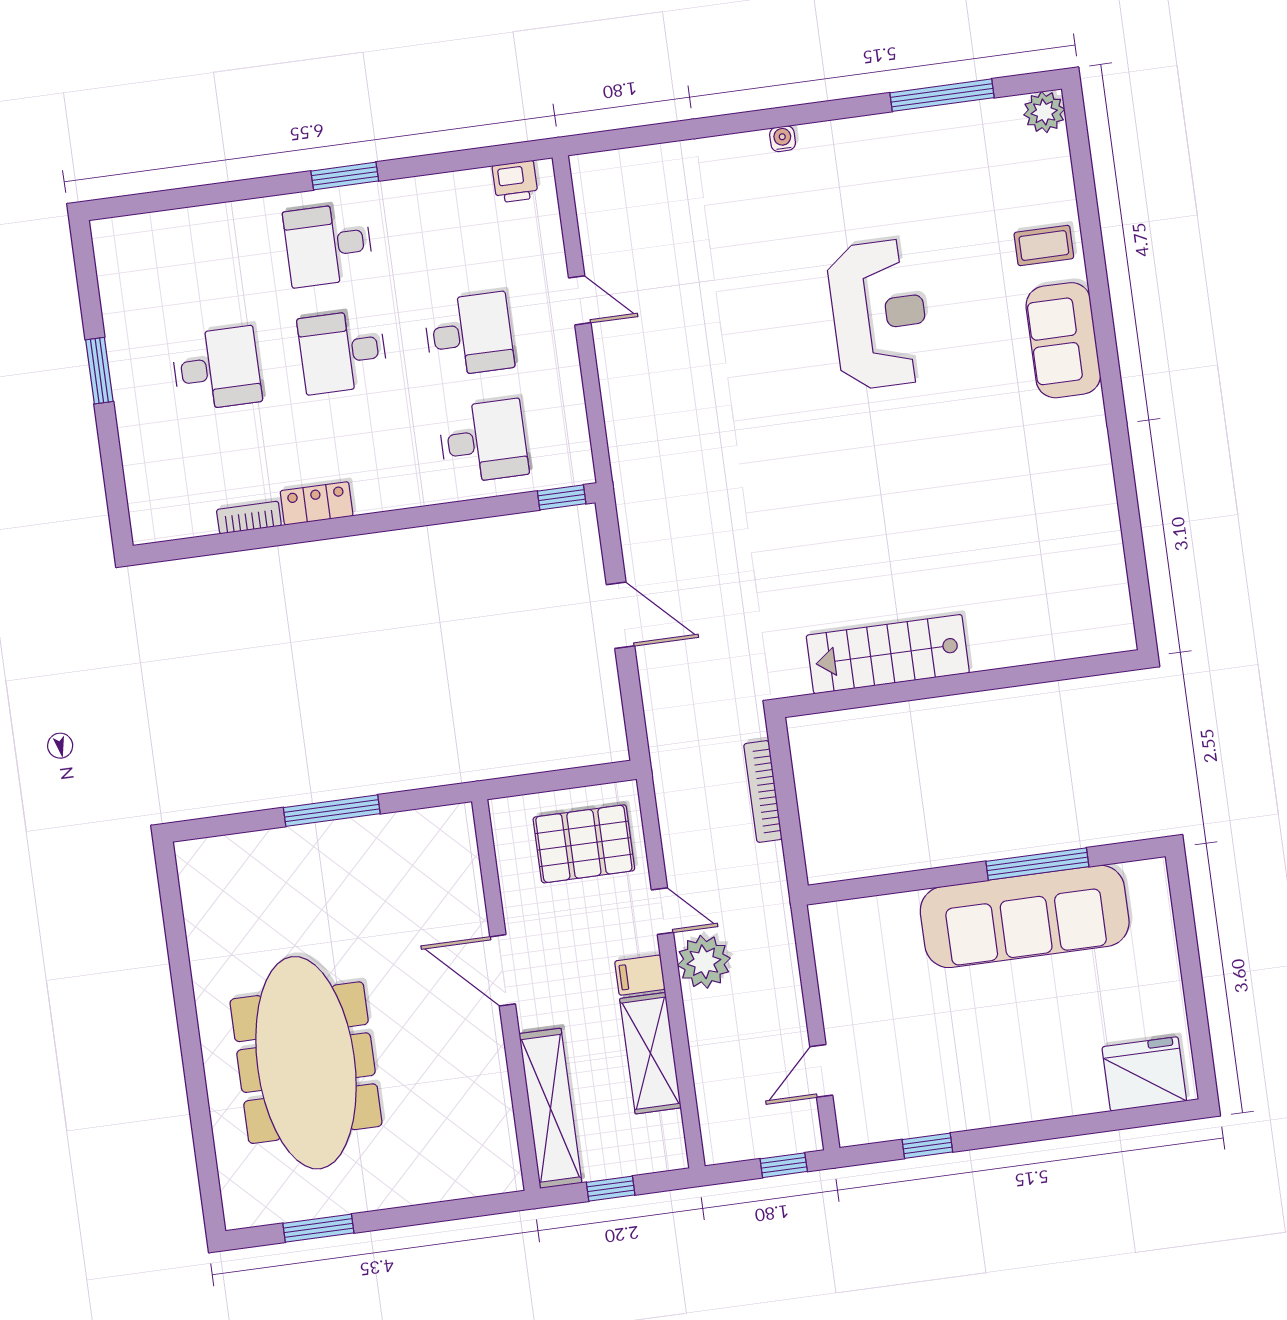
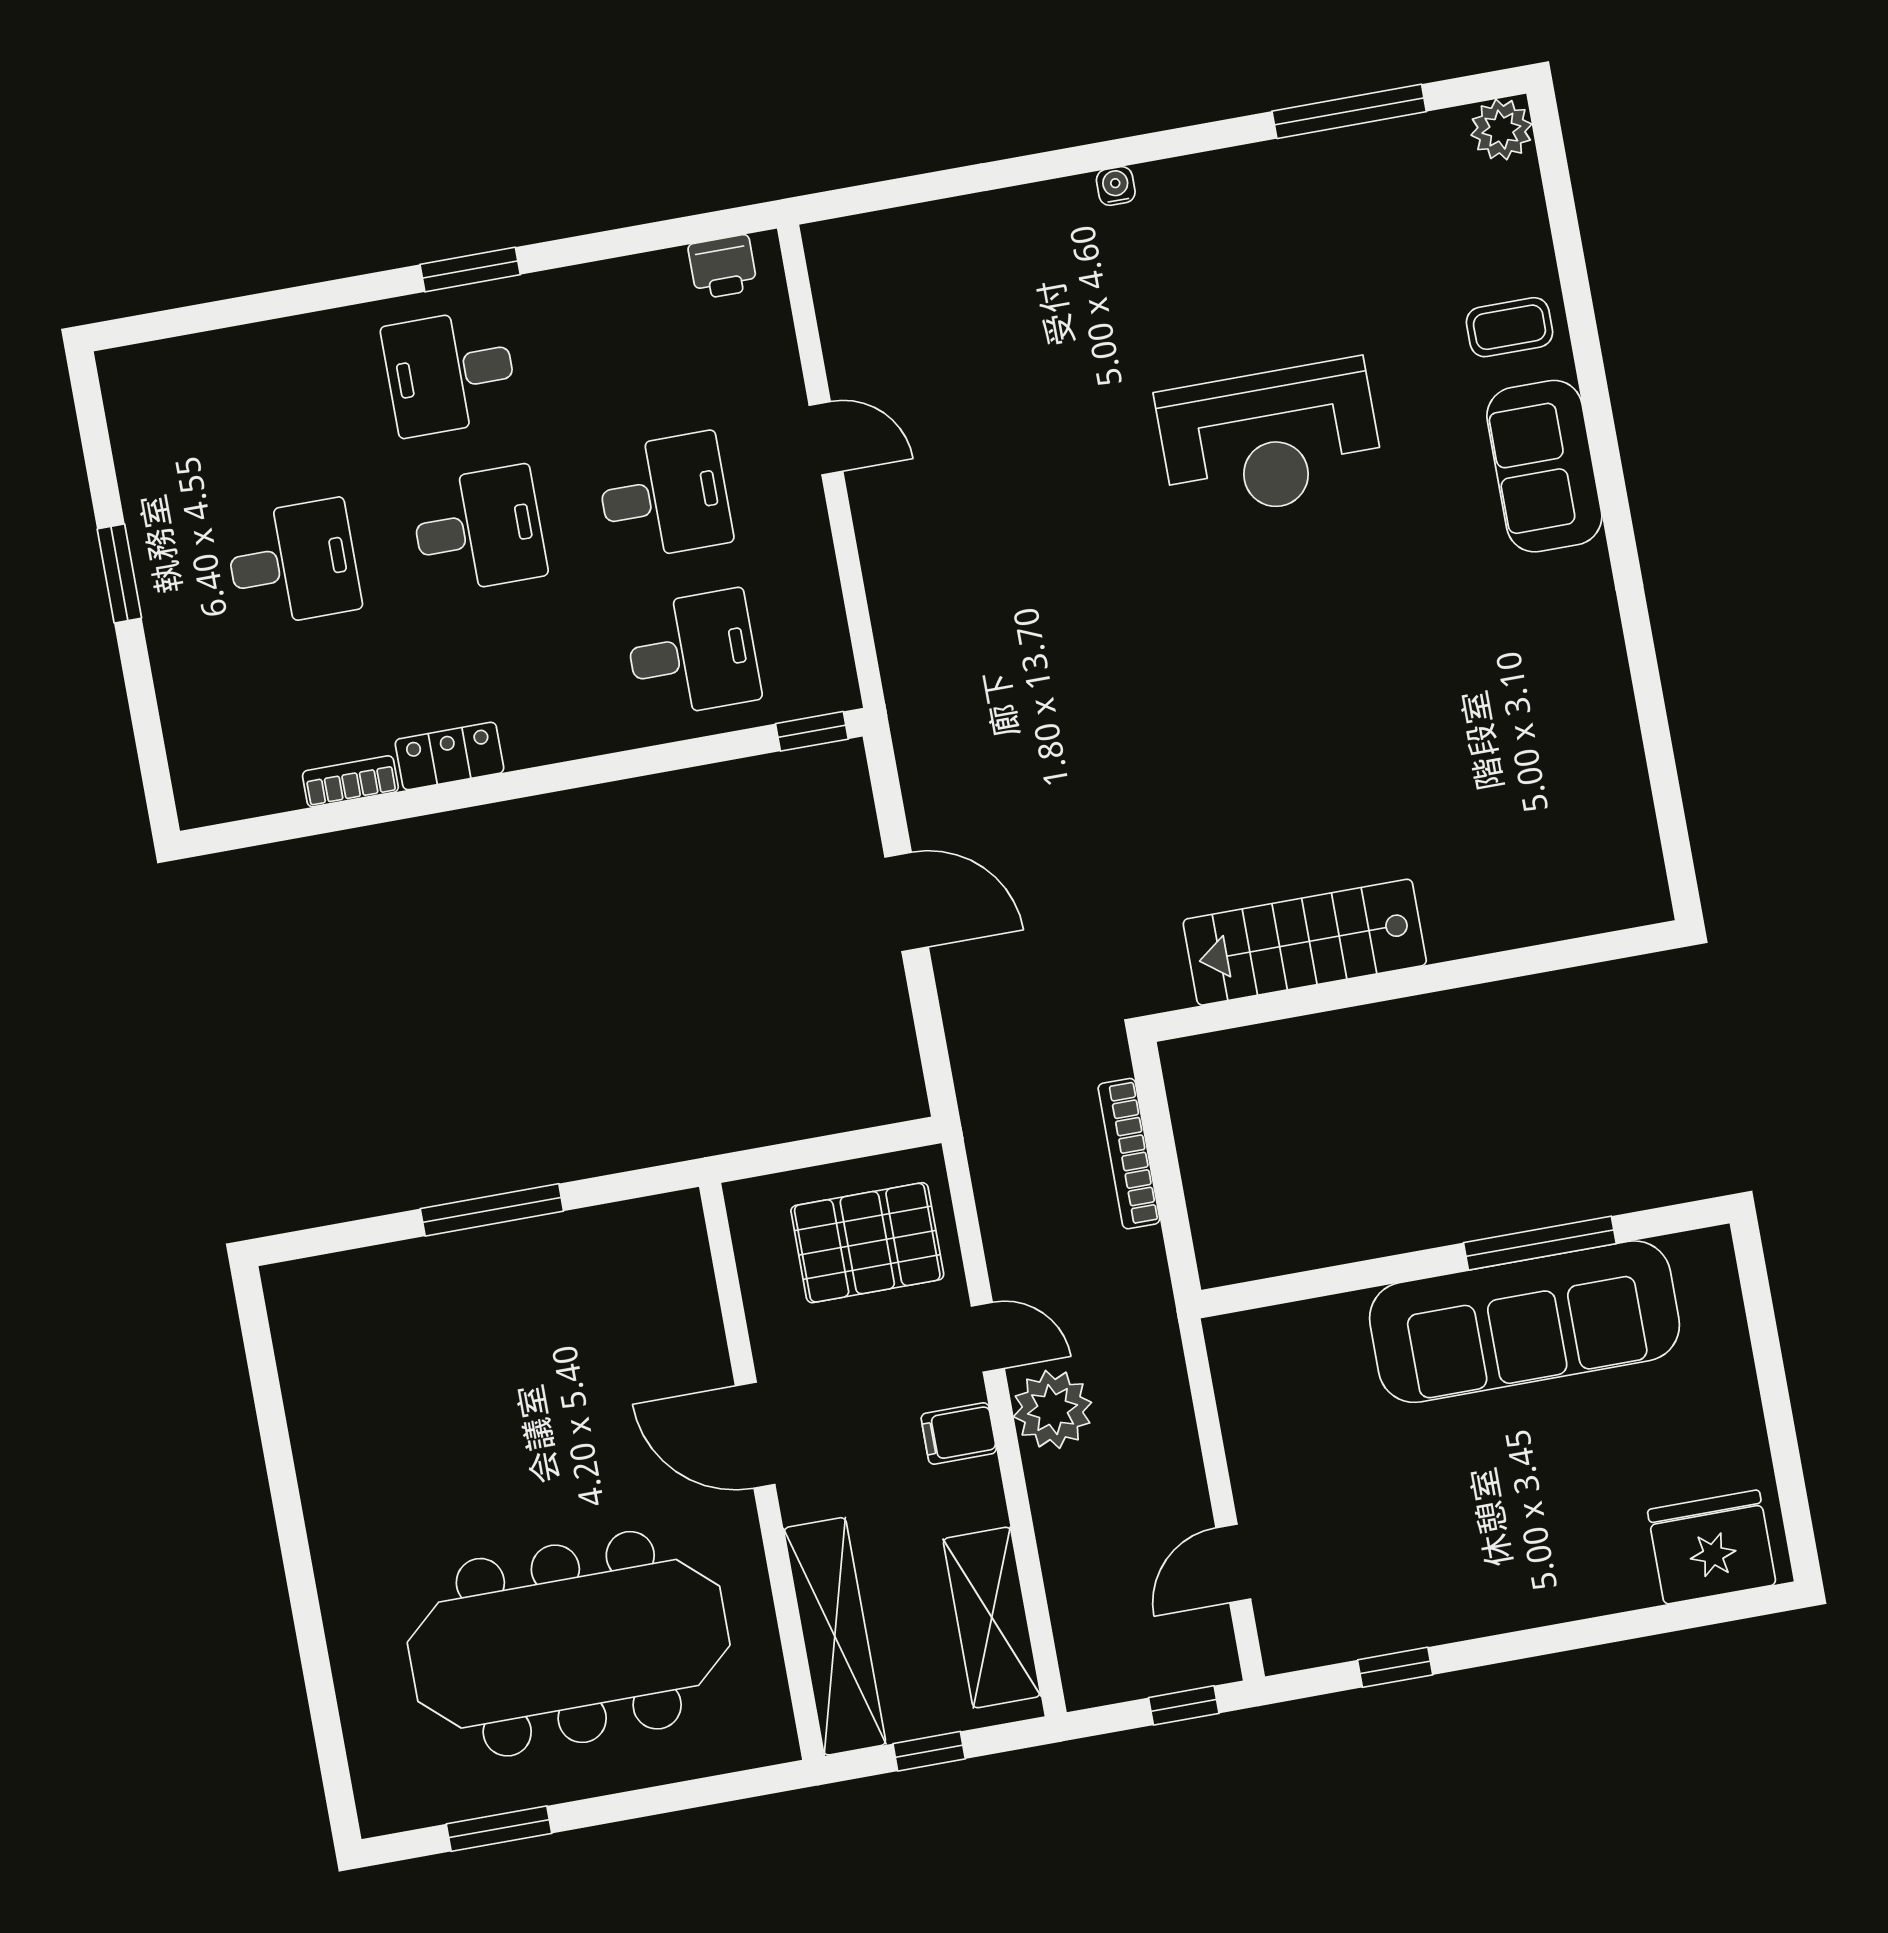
reception desk: (879, 314) -> (1270, 440), turned 90
desk: (343, 352) -> (478, 530), turned 180
shelving: (650, 1053) -> (992, 1617), moved
meeting table: (306, 1063) -> (569, 1644), moved, turned 90

